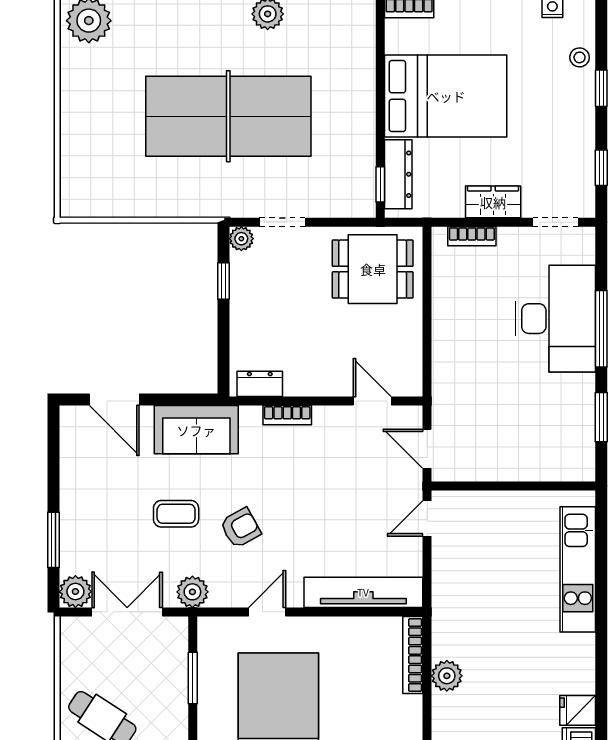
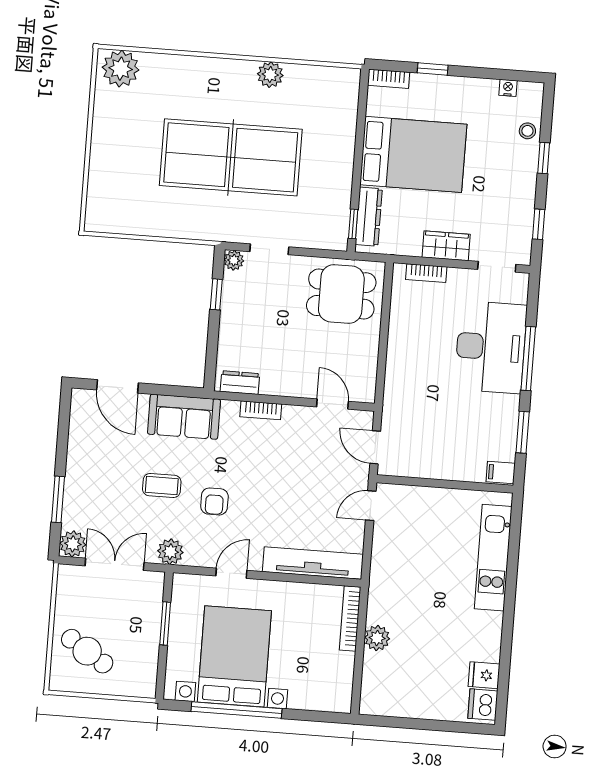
filing cabinet: (579, 467) -> (501, 472), added
armchair: (240, 528) -> (214, 501), turned 119

